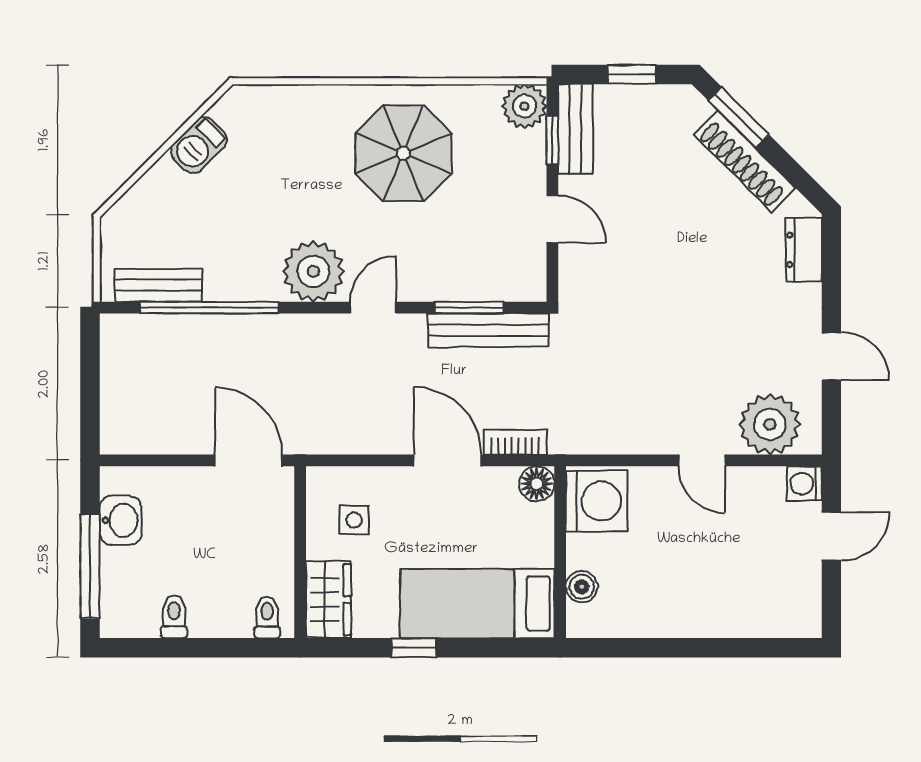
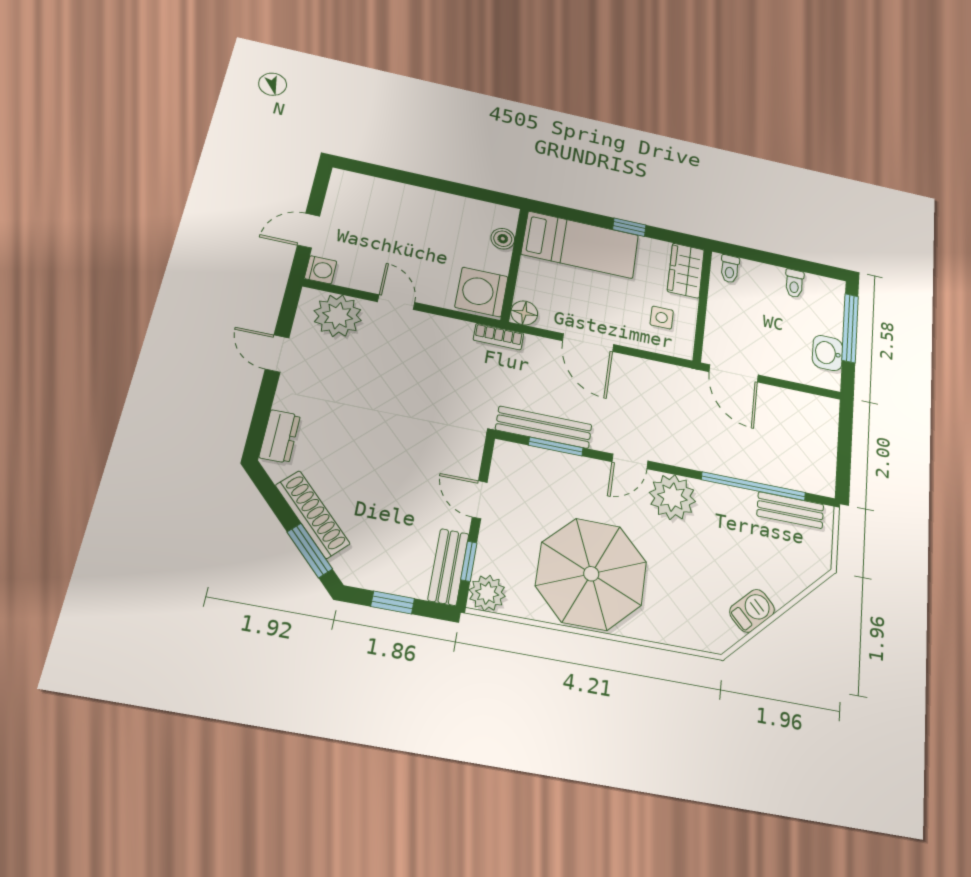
parasol: (403, 153) -> (591, 574), width x1.36, depth x1.36
bookcase: (515, 442) -> (499, 337), moved

